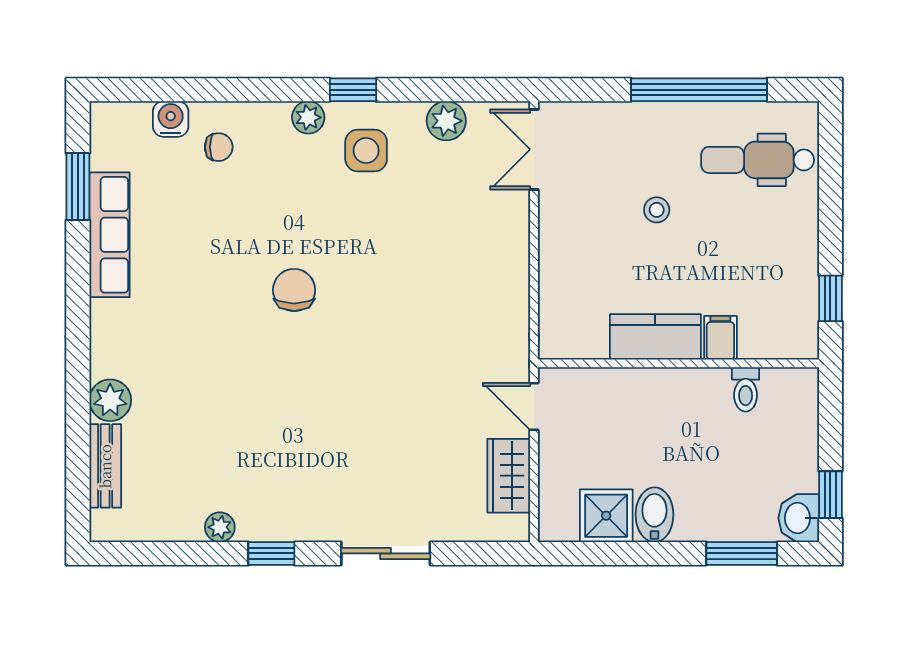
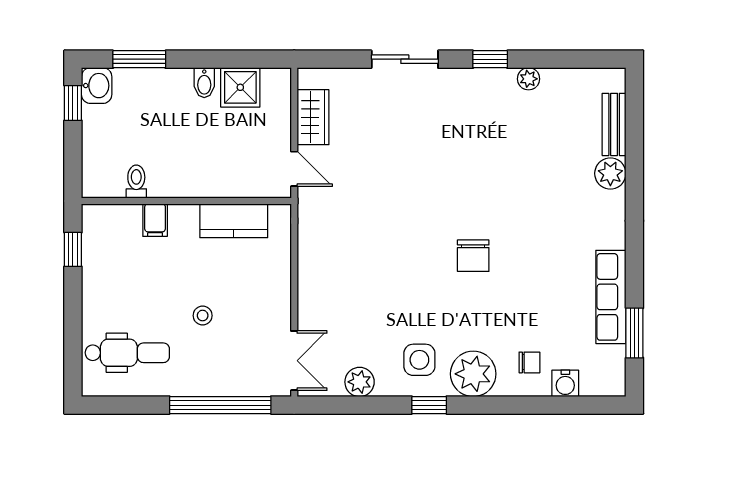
window: (699, 90) -> (220, 405), moved
plant: (308, 117) -> (473, 374), width x1.87, depth x1.87
chair: (219, 147) -> (529, 362), turned 180
kitchen counter: (655, 337) -> (234, 221), moved
bidet: (654, 515) -> (204, 83), width x0.72, depth x0.74

